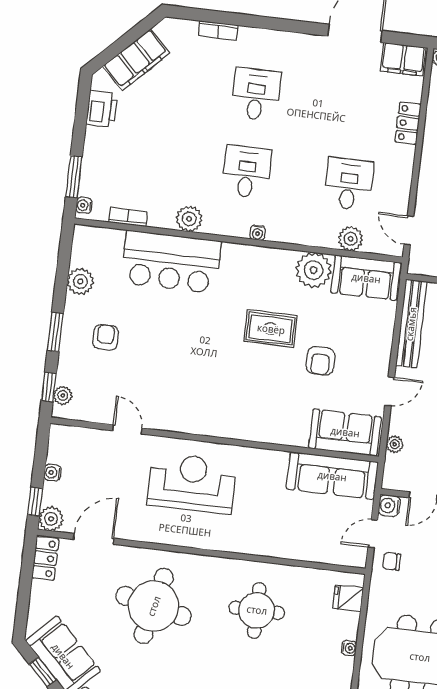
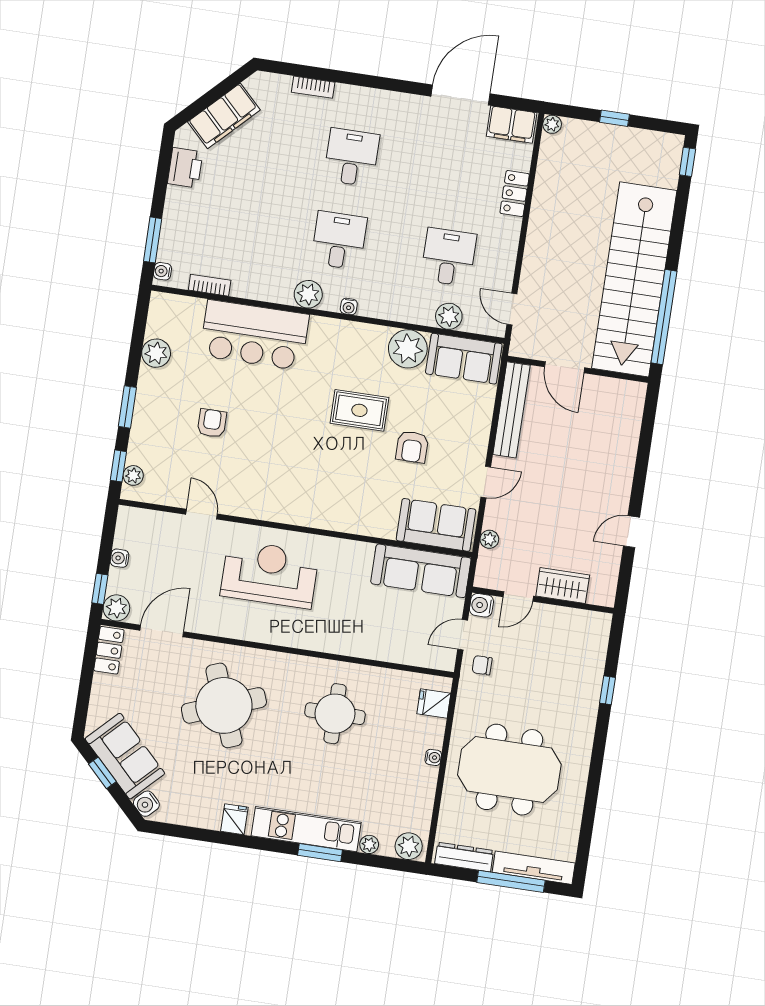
plant: (189, 219) -> (308, 294), moved
armchair: (106, 337) -> (212, 423), moved
round table: (154, 606) -> (224, 705), turned -34

